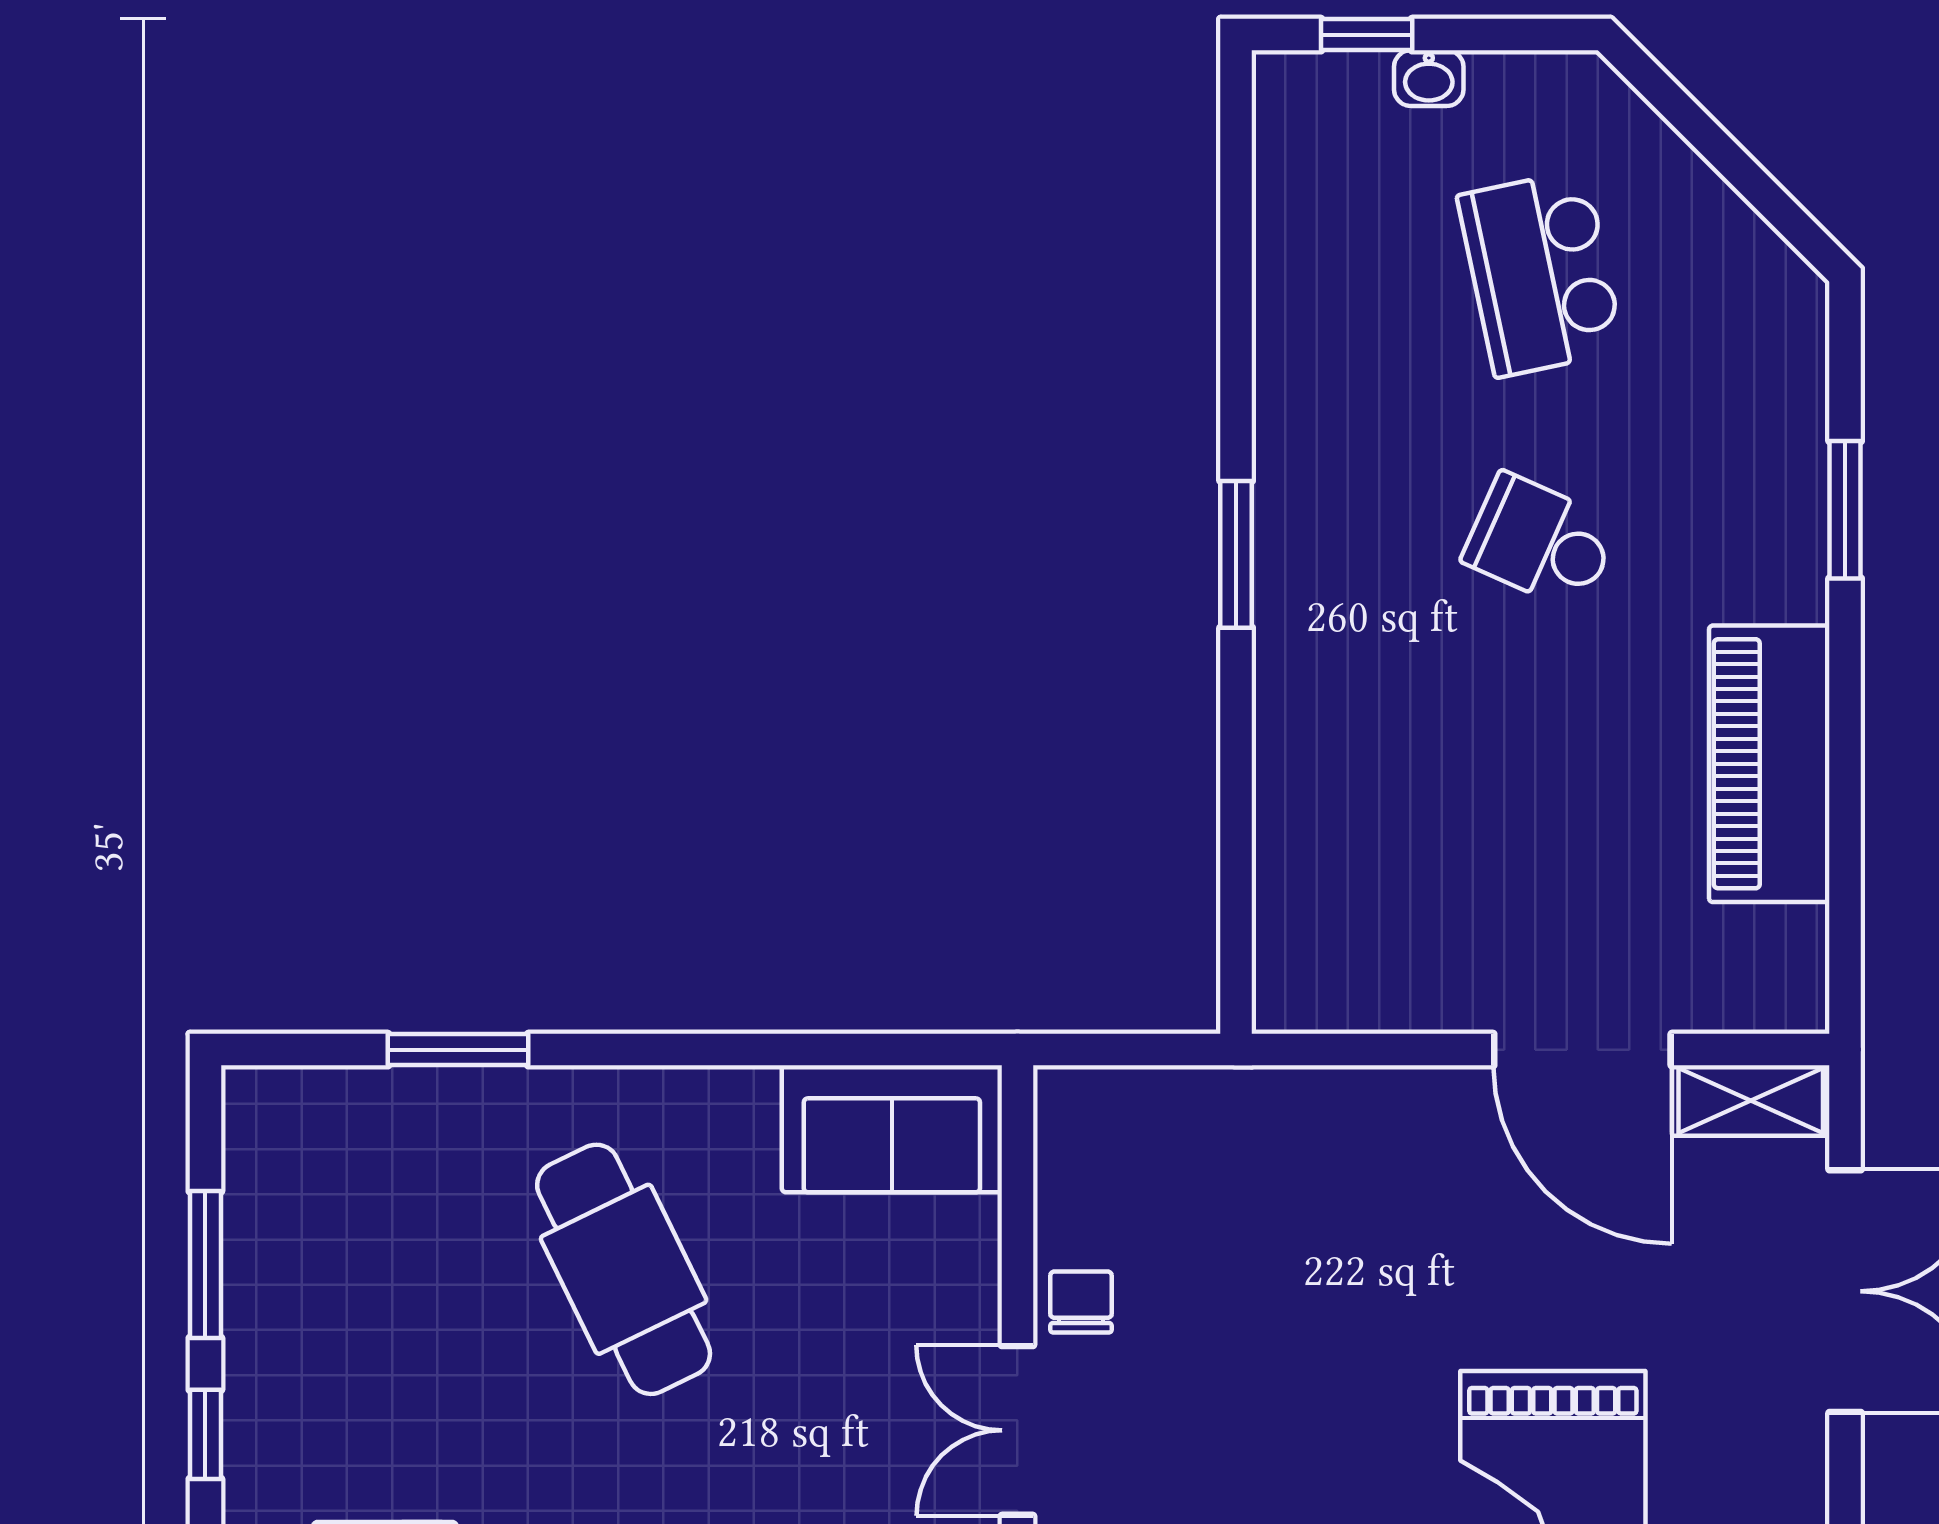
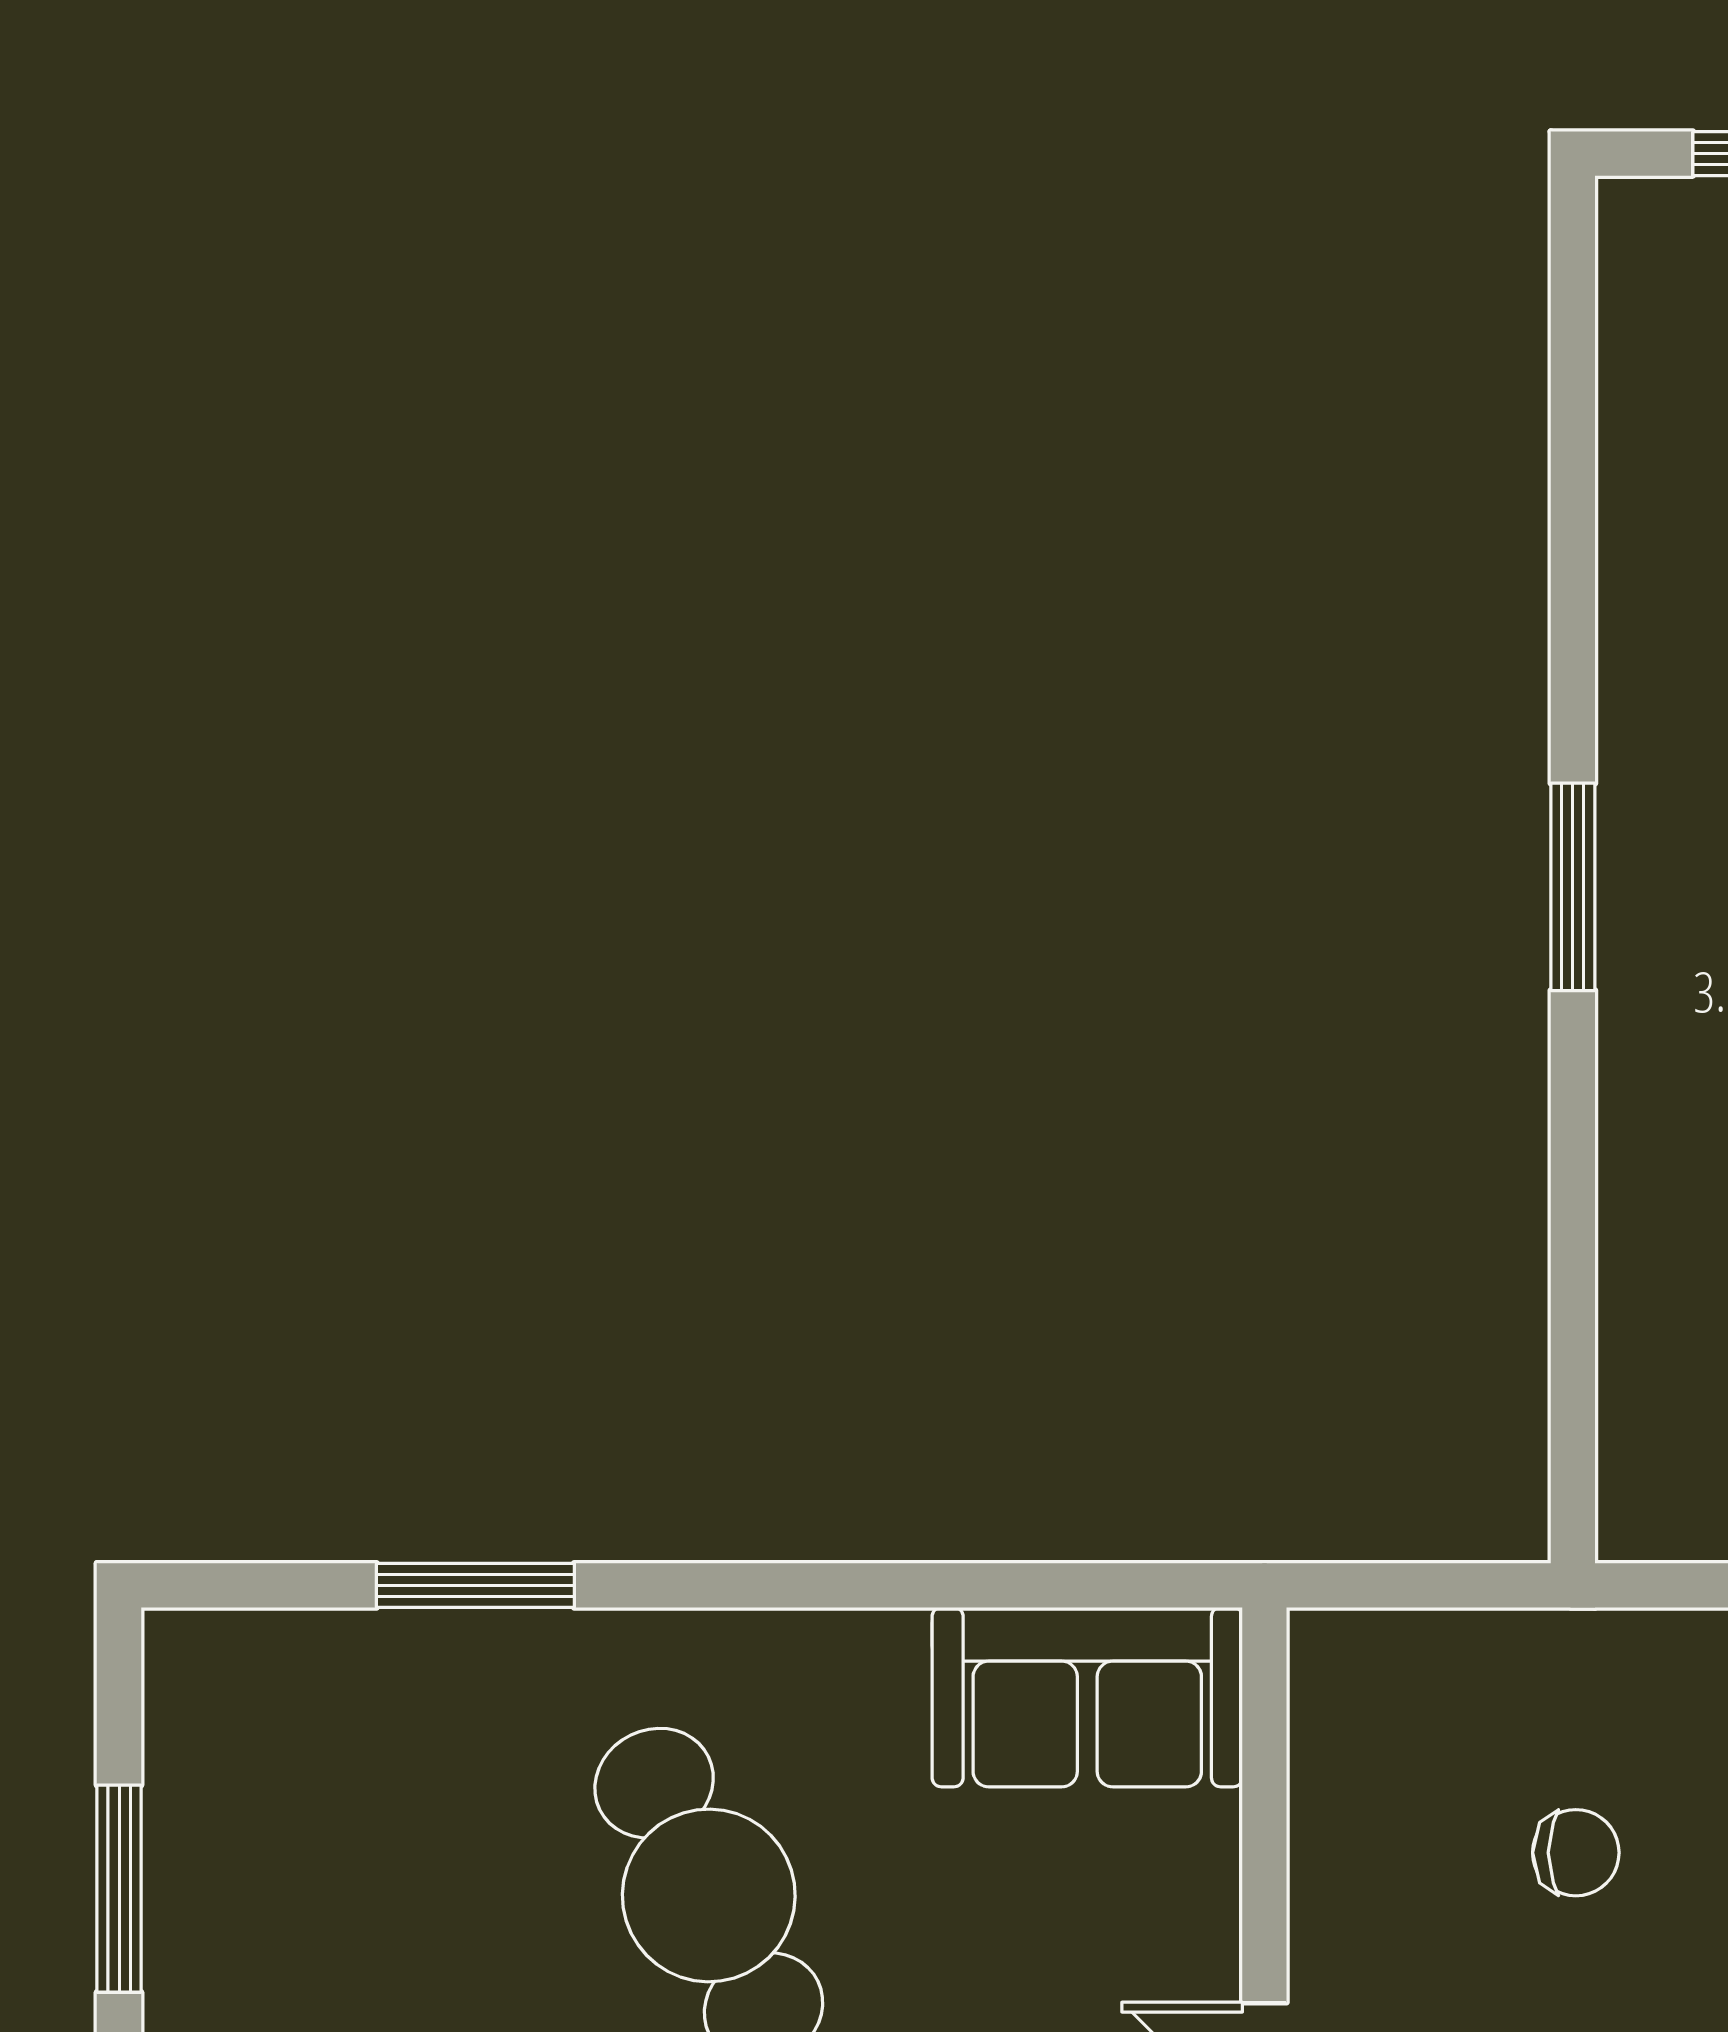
chair: (1081, 1302) -> (1576, 1853), moved, turned 90

